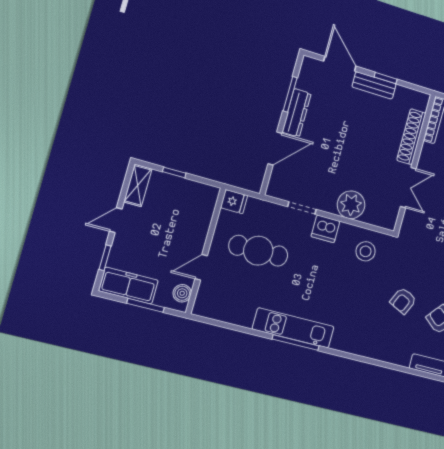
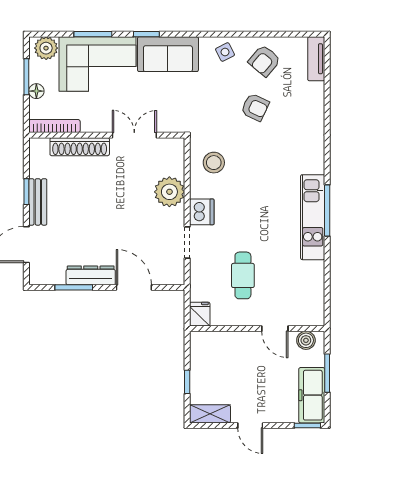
cafe table: (258, 251) -> (243, 275), width x0.73, depth x0.74
window: (105, 258) -> (307, 425), moved

